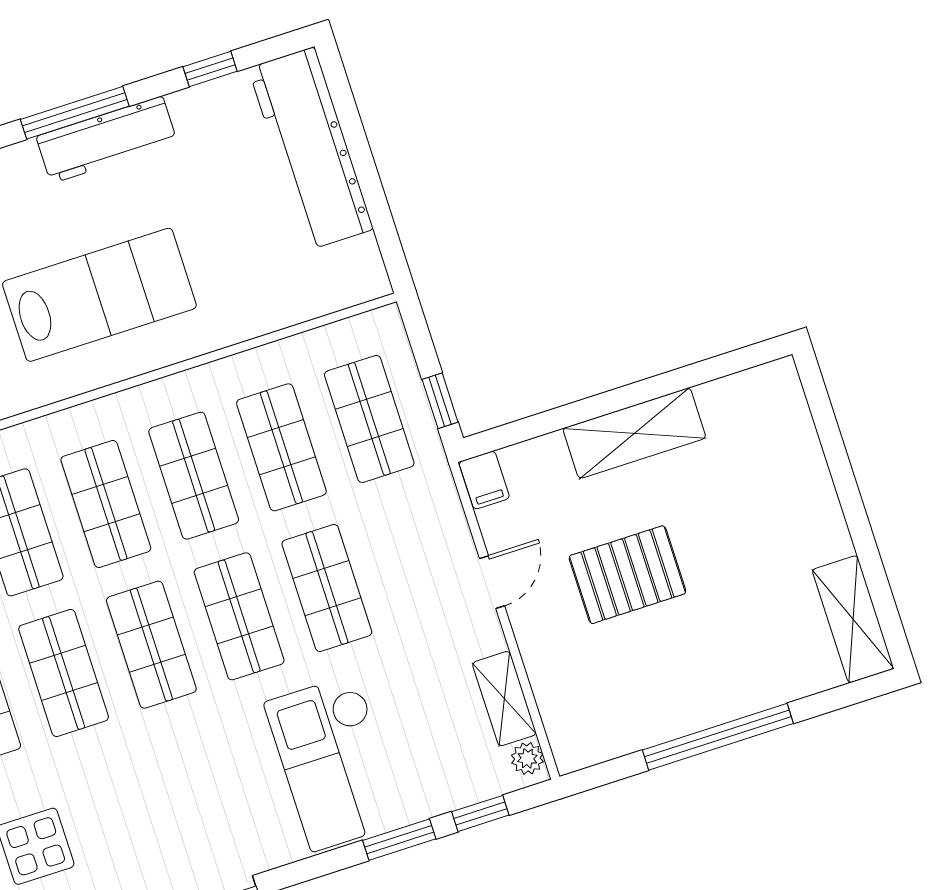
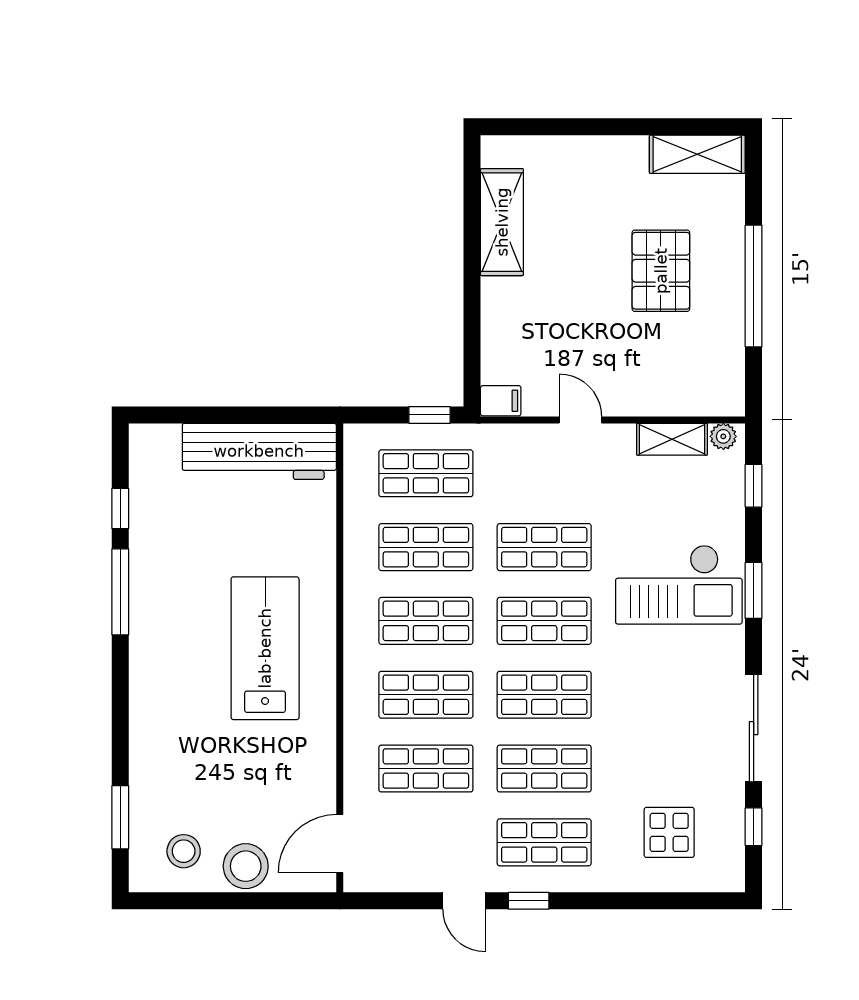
window: (75, 113) -> (120, 592), moved
workbench: (107, 140) -> (149, 604), removed
workbench: (311, 149) -> (259, 451), moved
shelving: (634, 433) -> (502, 222), moved
pallet: (627, 575) -> (661, 271), moved
window: (399, 840) -> (754, 590), moved

